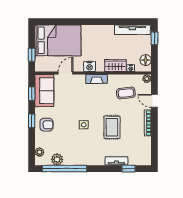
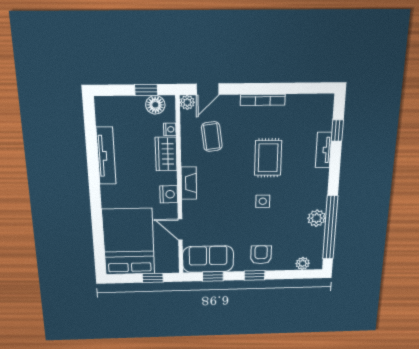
tv unit: (132, 30) -> (106, 156), moved
window: (154, 38) -> (146, 90), moved
door: (154, 101) -> (208, 89), moved
rug: (112, 127) -> (268, 158), turned 90
plant: (57, 159) -> (317, 218), moved

